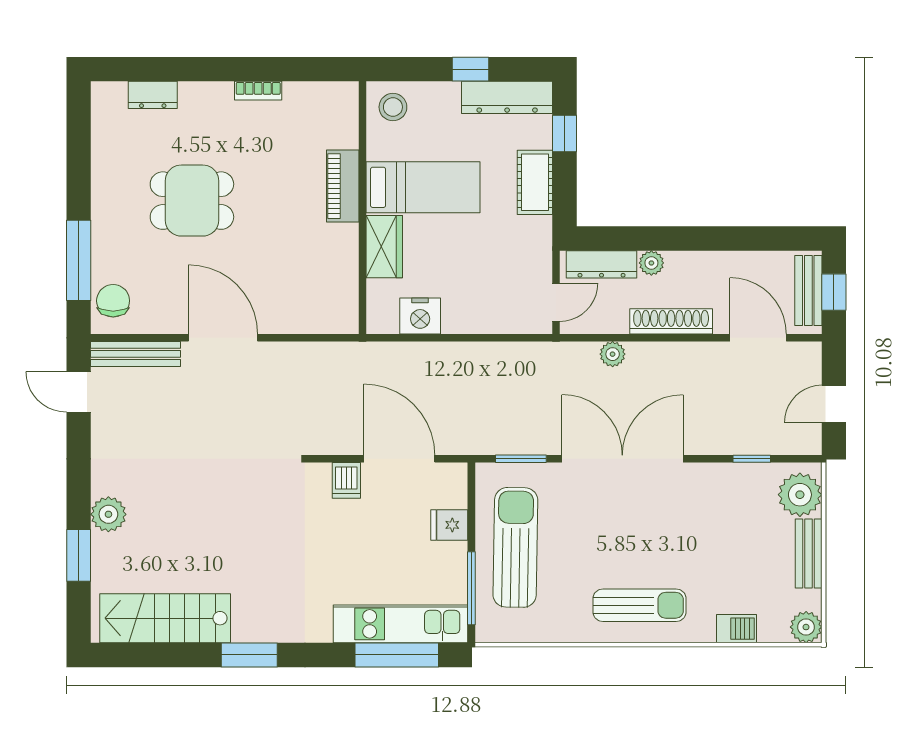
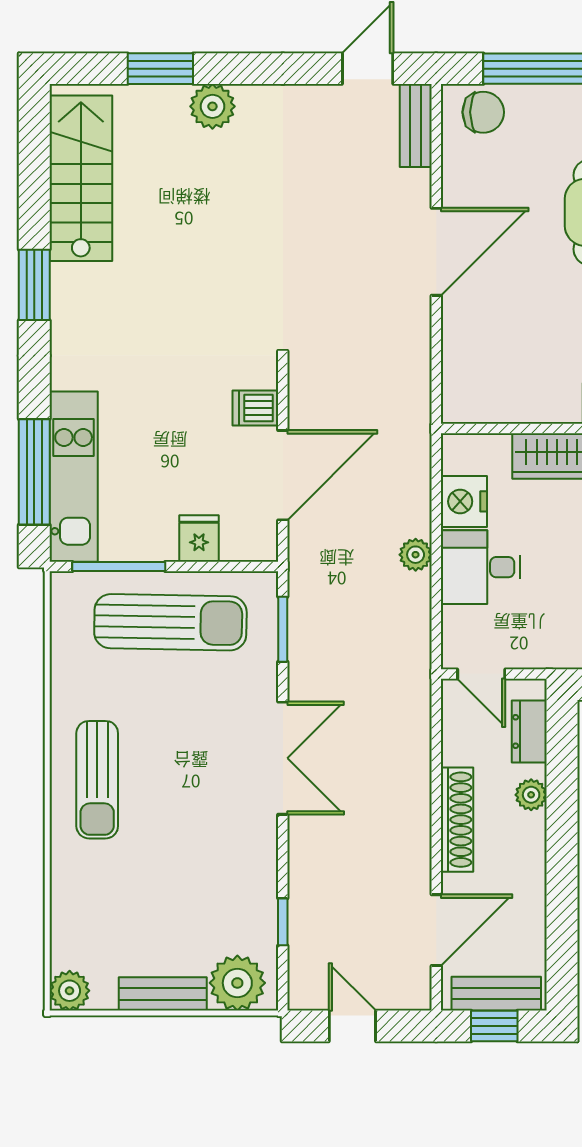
dresser: (602, 264) -> (529, 731), width x0.70
desk: (472, 303) -> (481, 567), added
bench: (136, 354) -> (416, 126), width x0.73
plant: (613, 354) -> (416, 555), moved
double door: (622, 459) -> (283, 758), width x0.73
barbecue: (737, 629) -> (67, 903), removed

